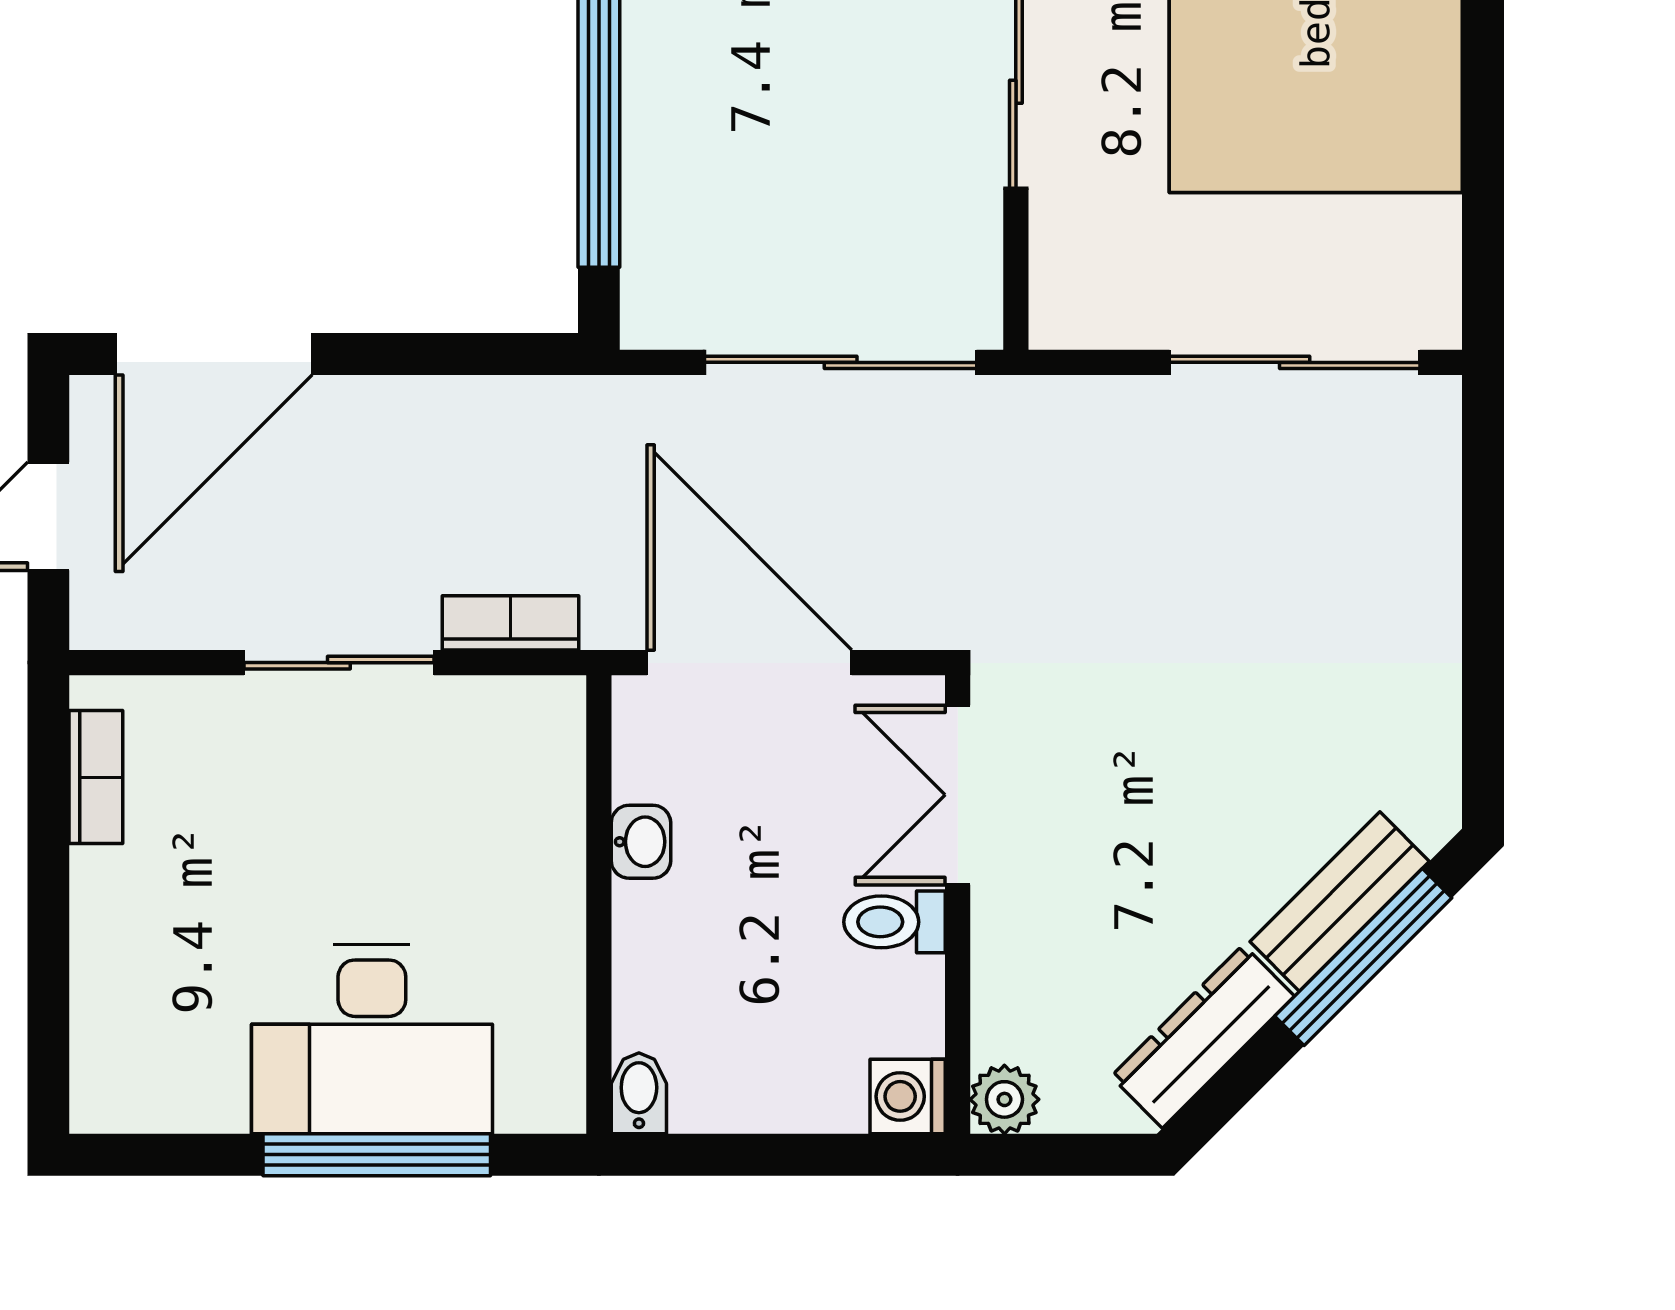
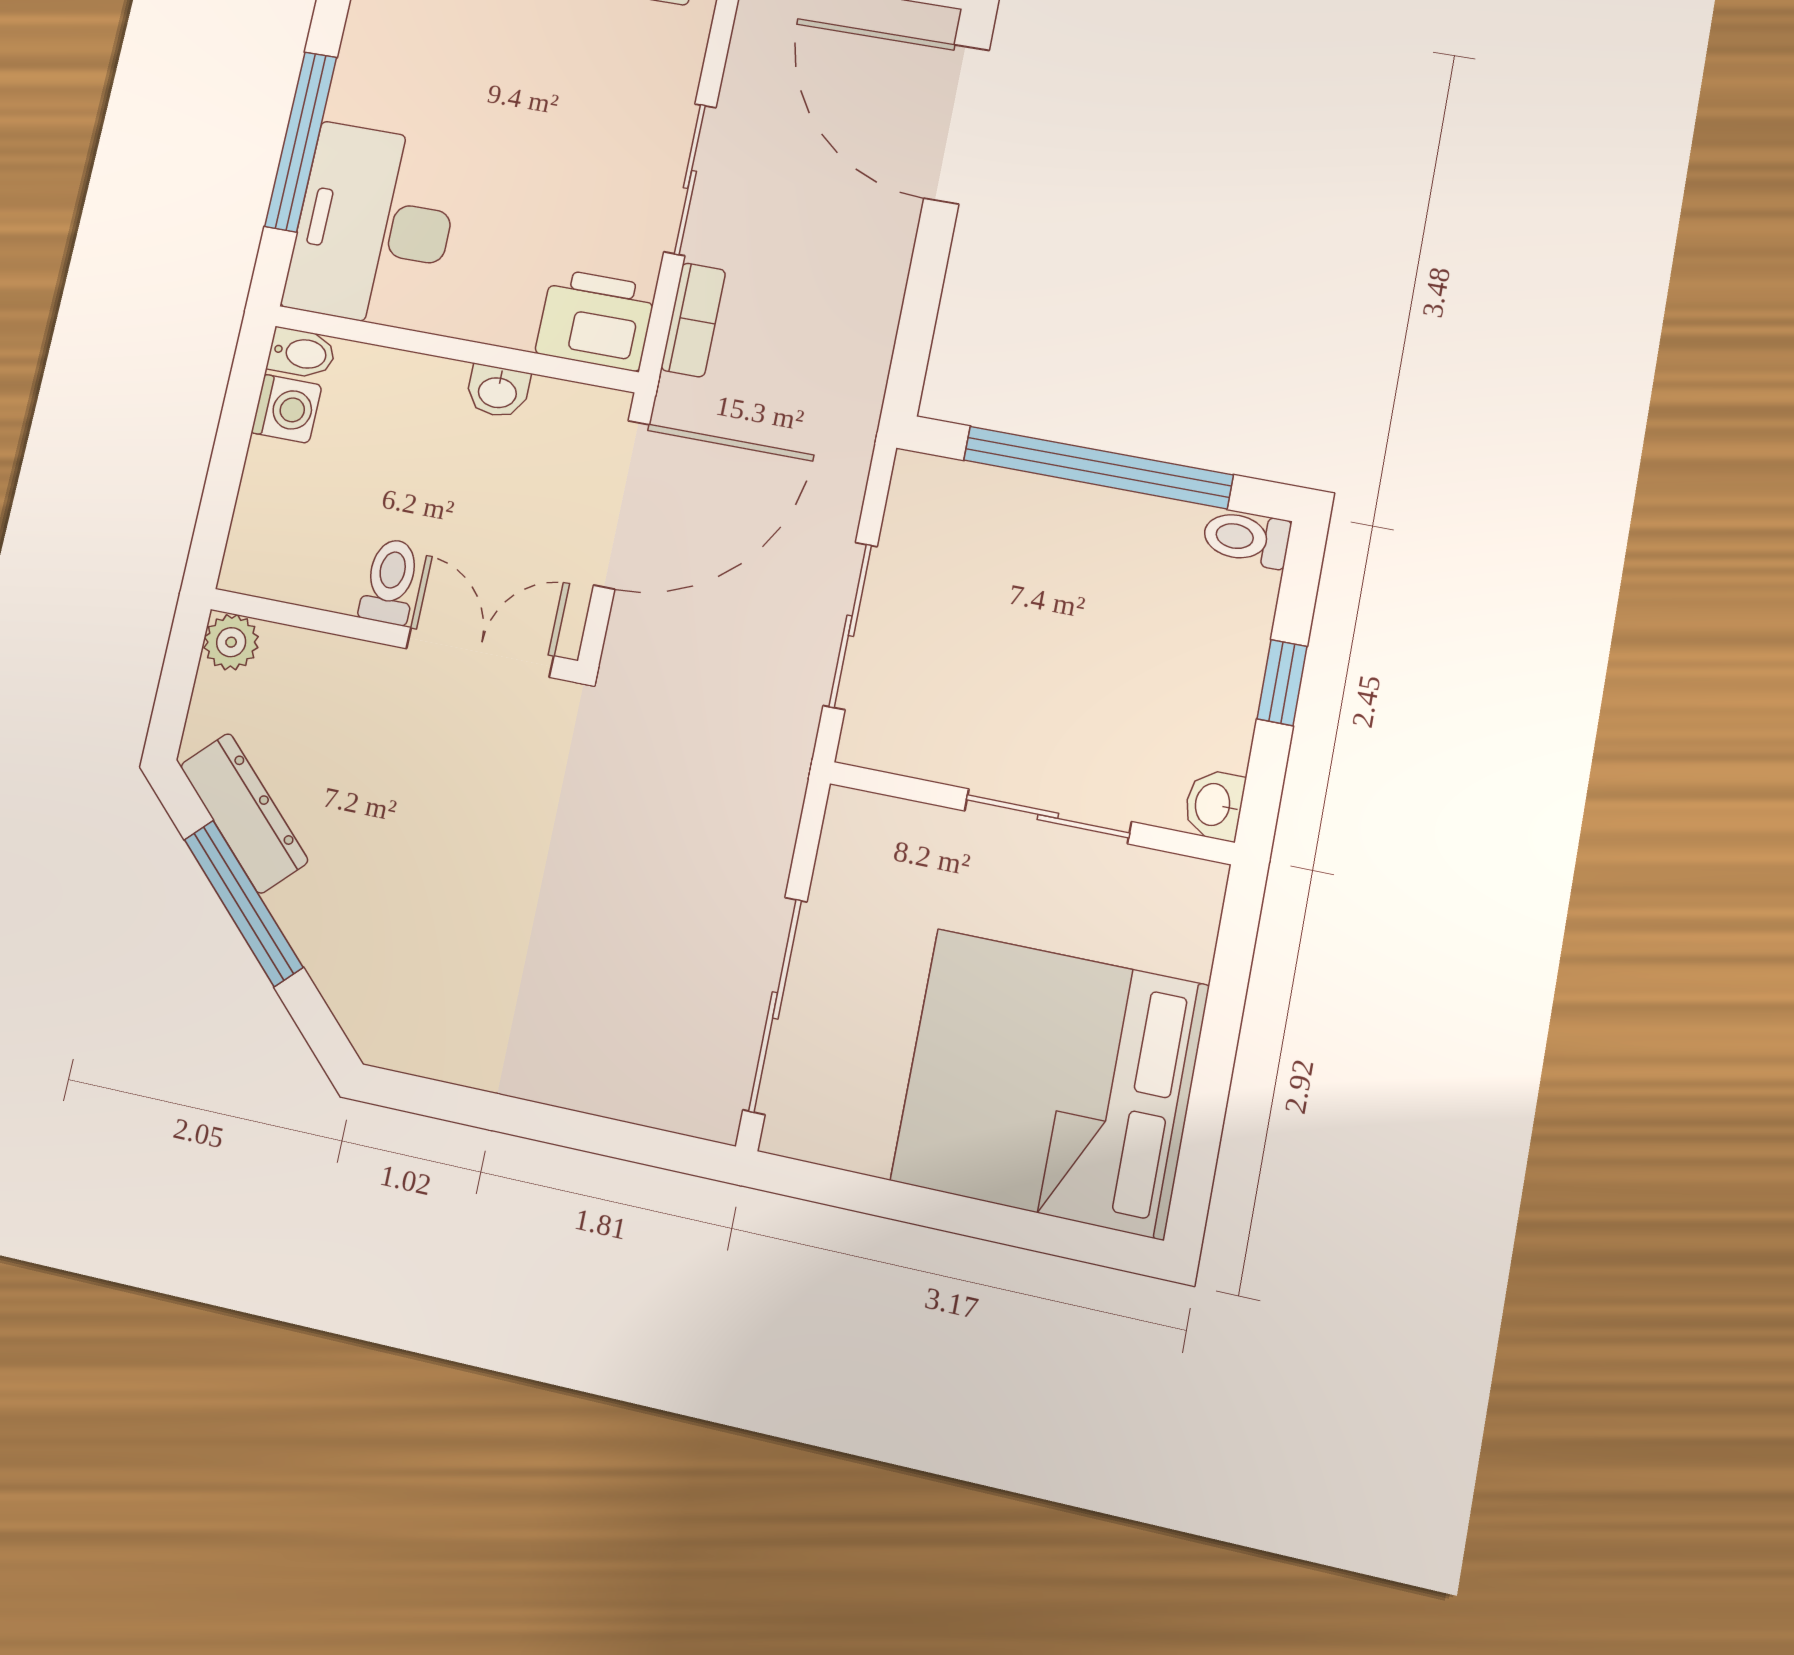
sliding door: (841, 362) -> (850, 626), width x0.73
printer: (532, 741) -> (596, 320), added
bench: (1340, 901) -> (326, 949), removed
window: (1363, 957) -> (244, 903), moved
desk: (372, 1039) -> (374, 226), moved
washing machine: (908, 1096) -> (286, 409), moved, turned 90

